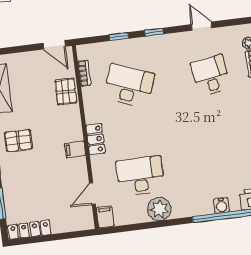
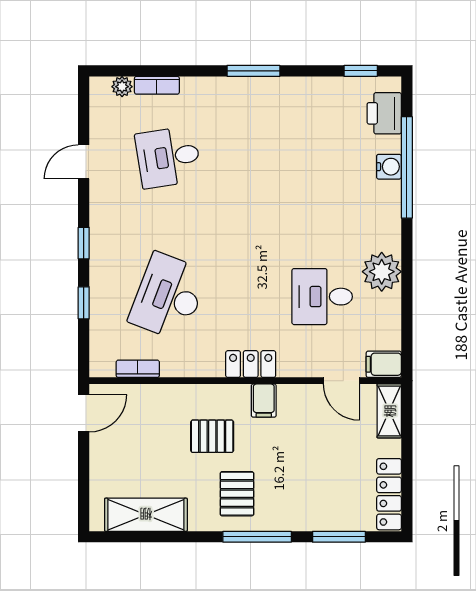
pallet: (66, 92) -> (212, 436), moved
desk: (140, 176) -> (322, 297), width x0.73
shelving: (78, 224) -> (389, 411), added

